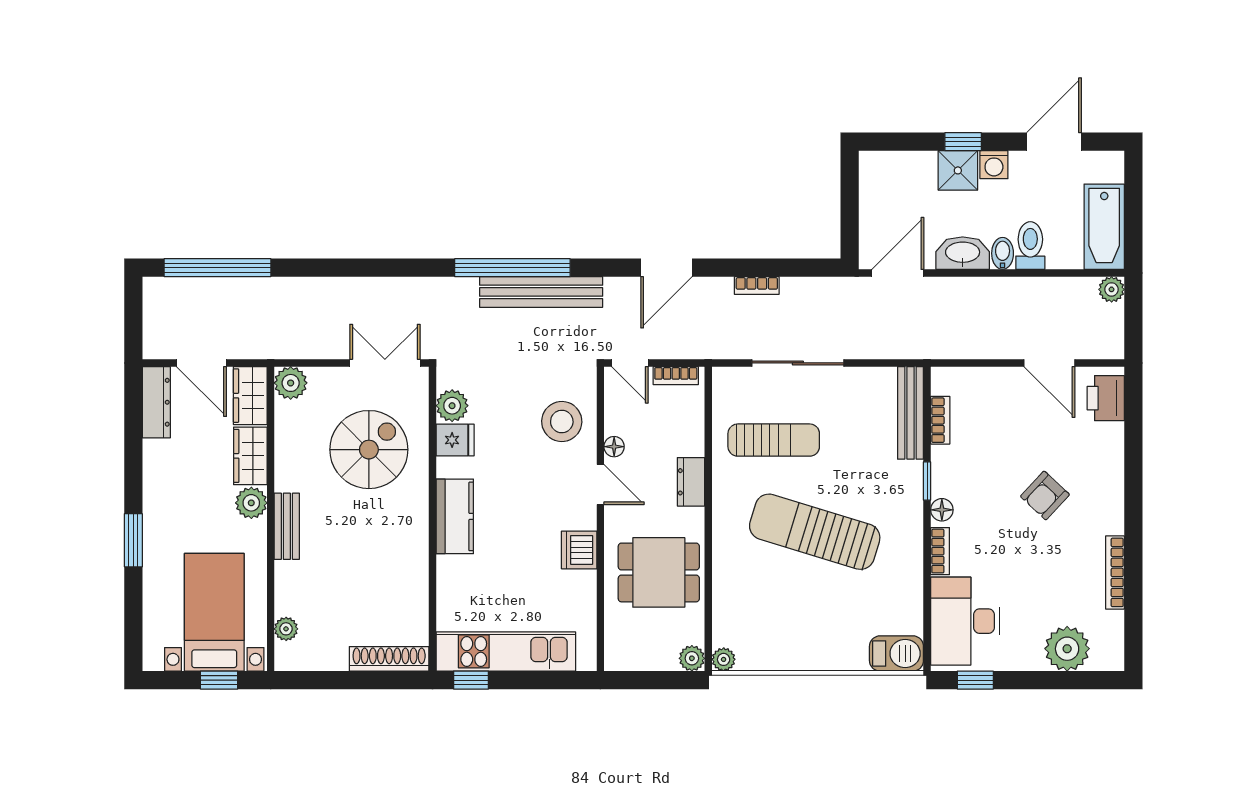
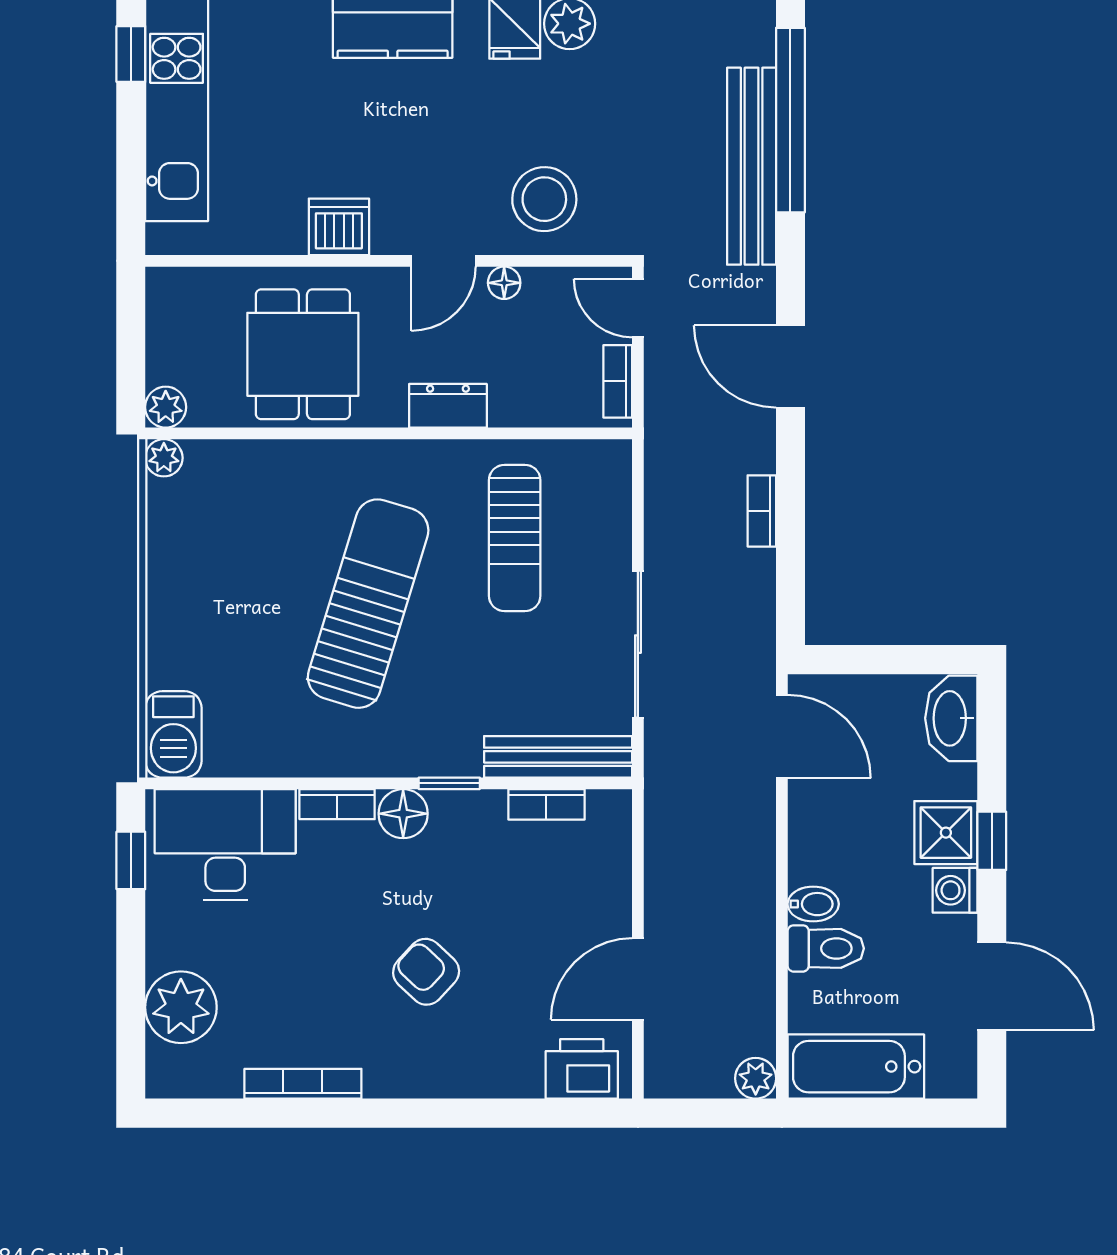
washbasin: (963, 253) -> (951, 718), moved, turned 180
door: (630, 363) -> (638, 308), hinge flipped
sliding door: (798, 363) -> (638, 644), moved
floor lamp: (942, 510) -> (403, 814), width x1.37, depth x1.37

